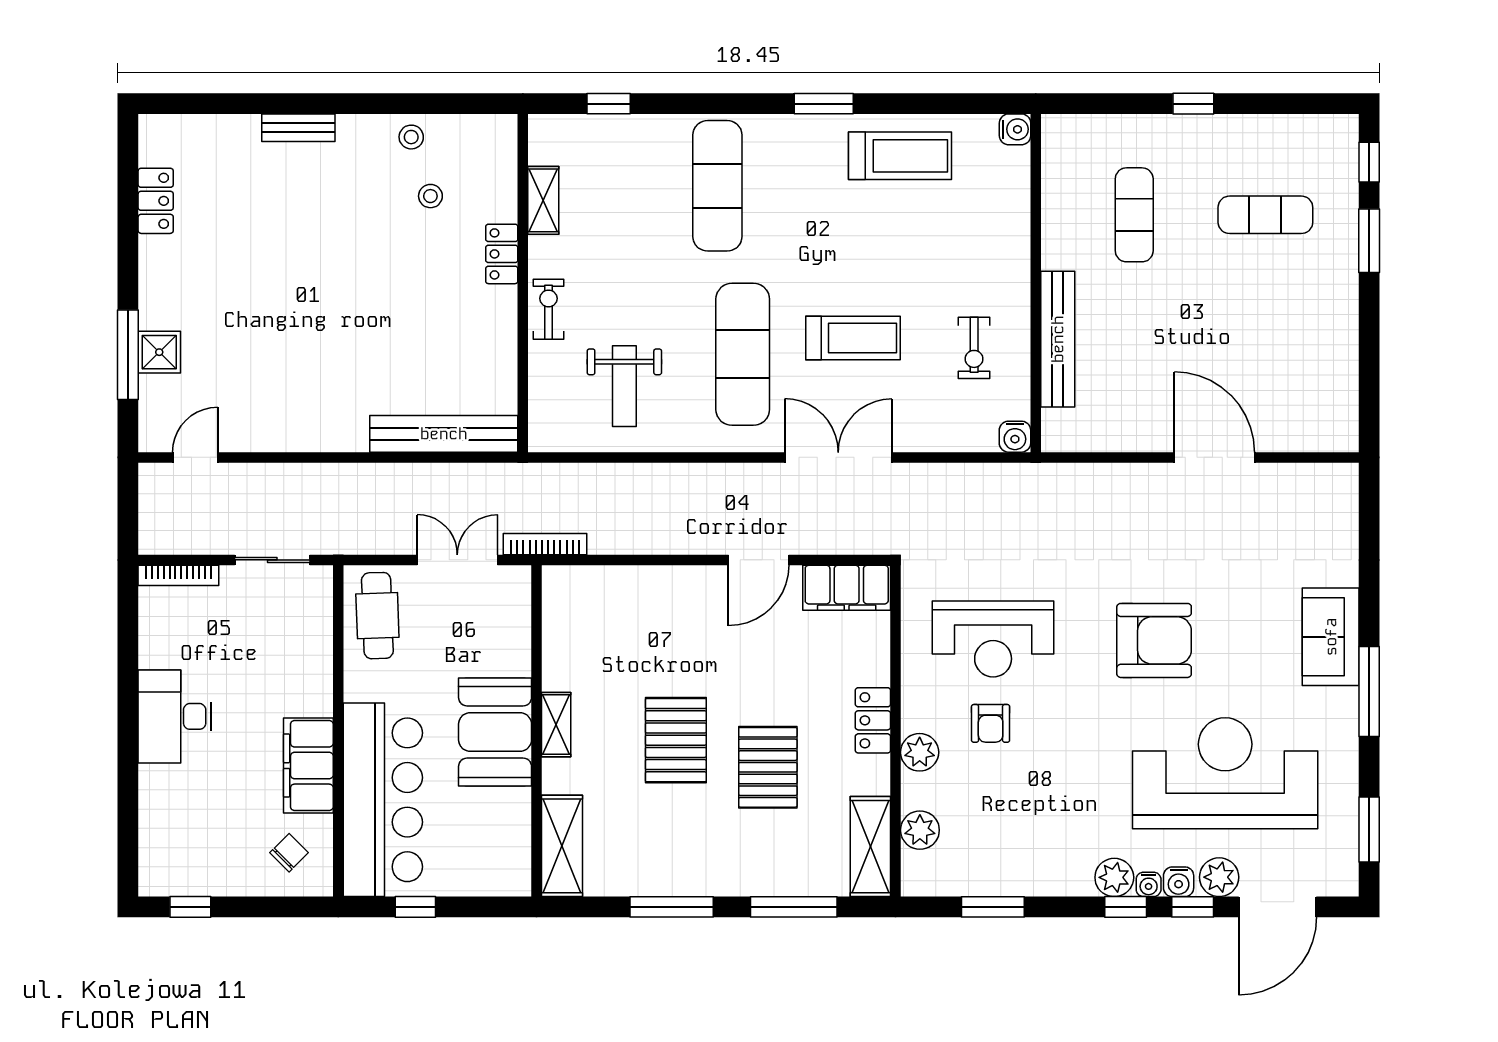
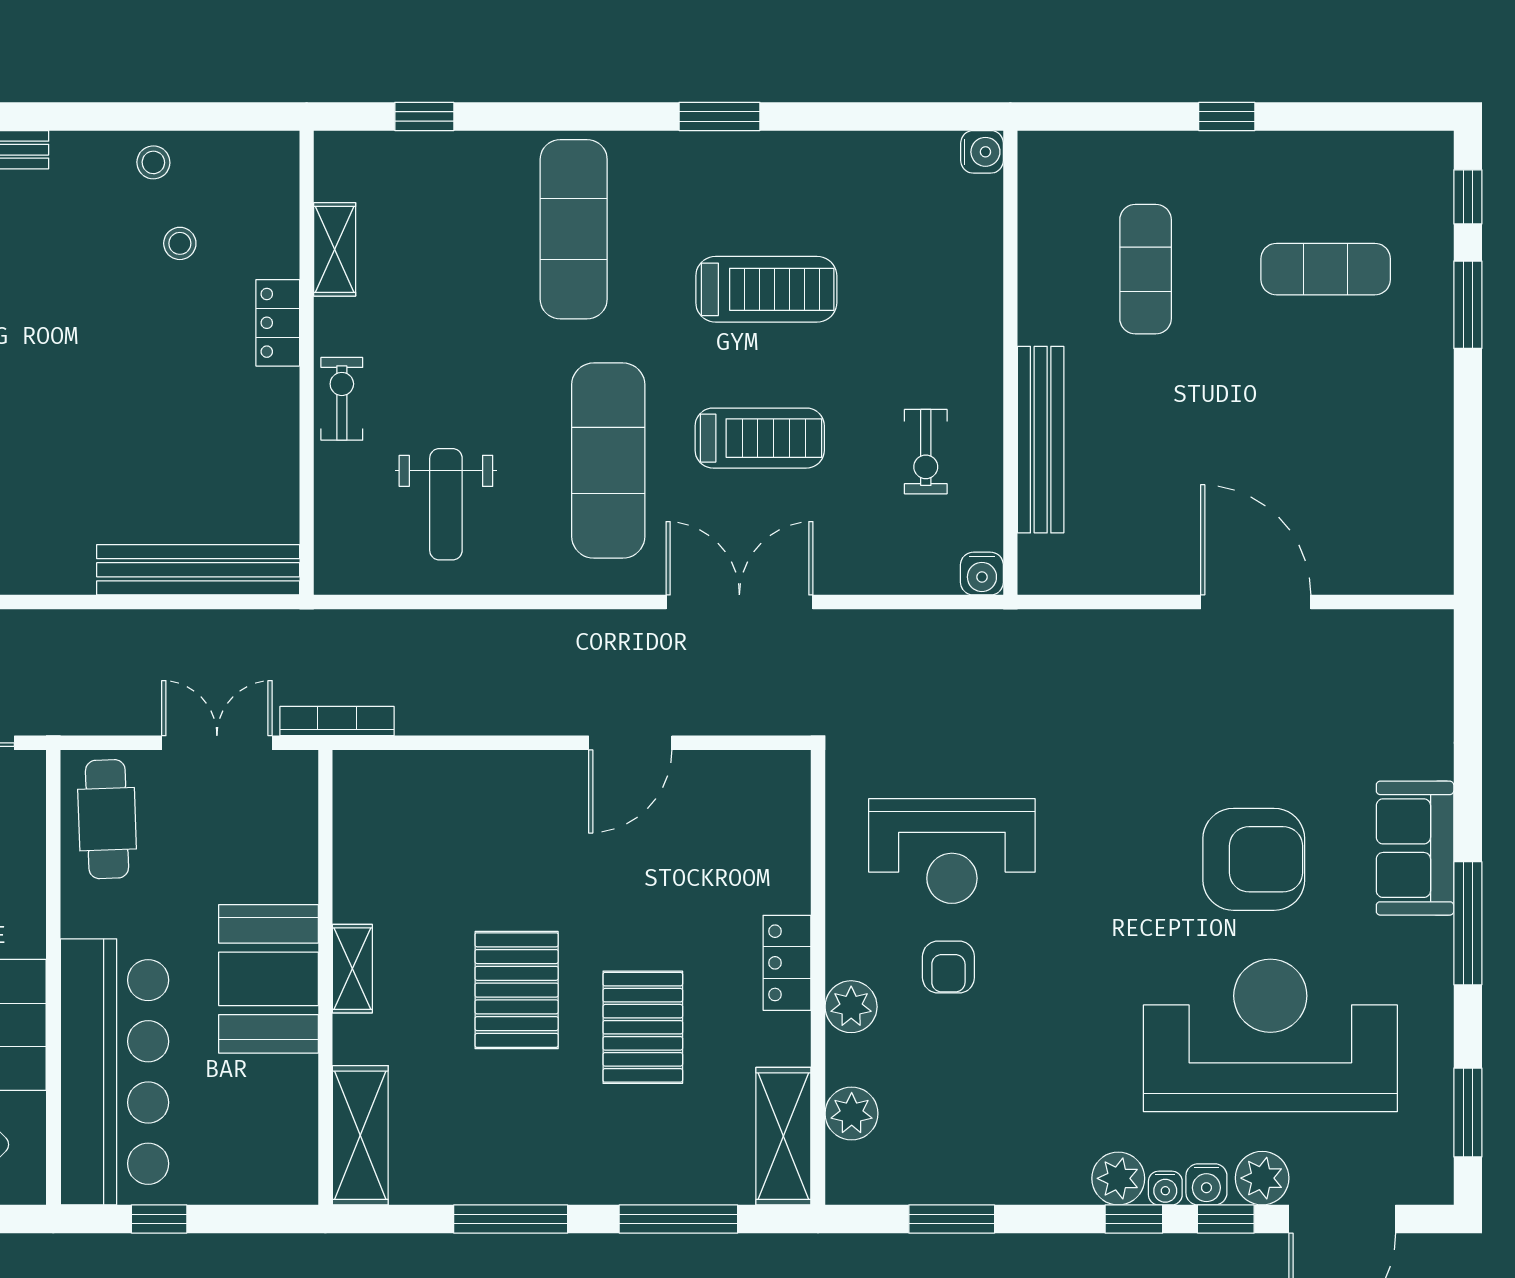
treadmill: (900, 156) -> (766, 289), moved
filing cabinet: (847, 588) -> (751, 781), removed
armchair: (1154, 640) -> (1254, 859), moved

